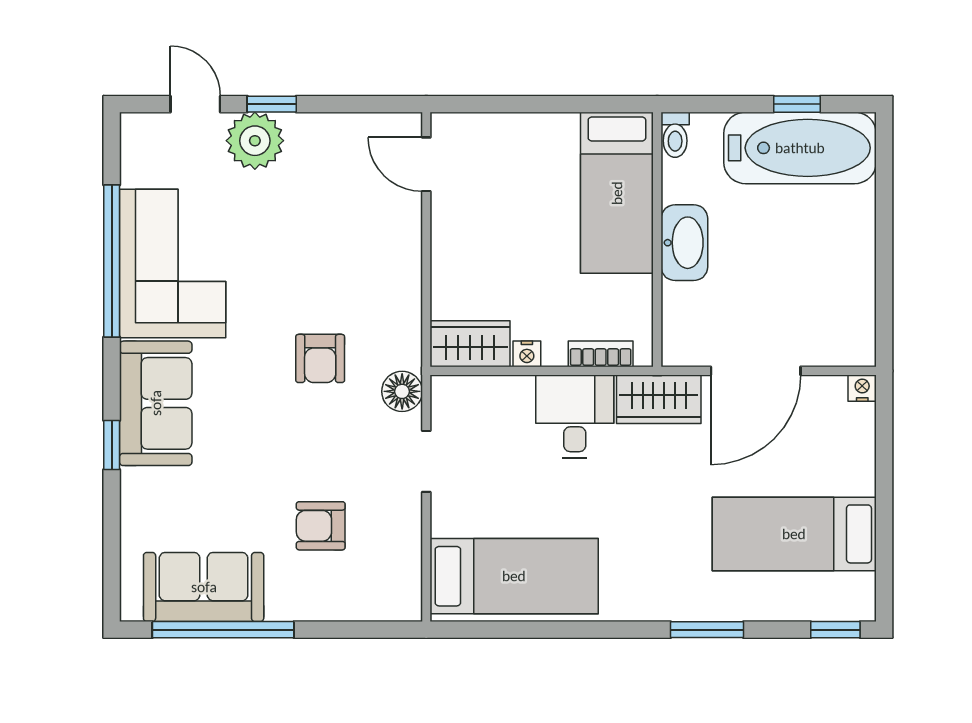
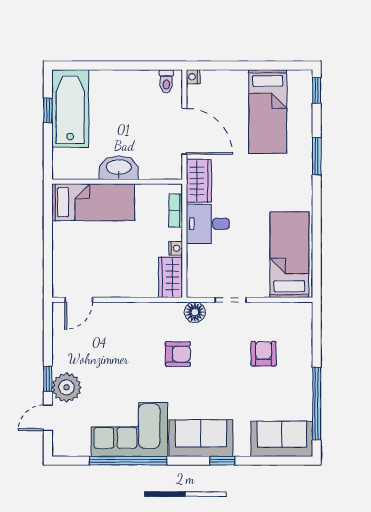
toilet: (675, 135) -> (166, 81), moved, turned 90
armchair: (321, 526) -> (264, 354), turned 180
sofa: (204, 587) -> (282, 439), moved, turned 90

